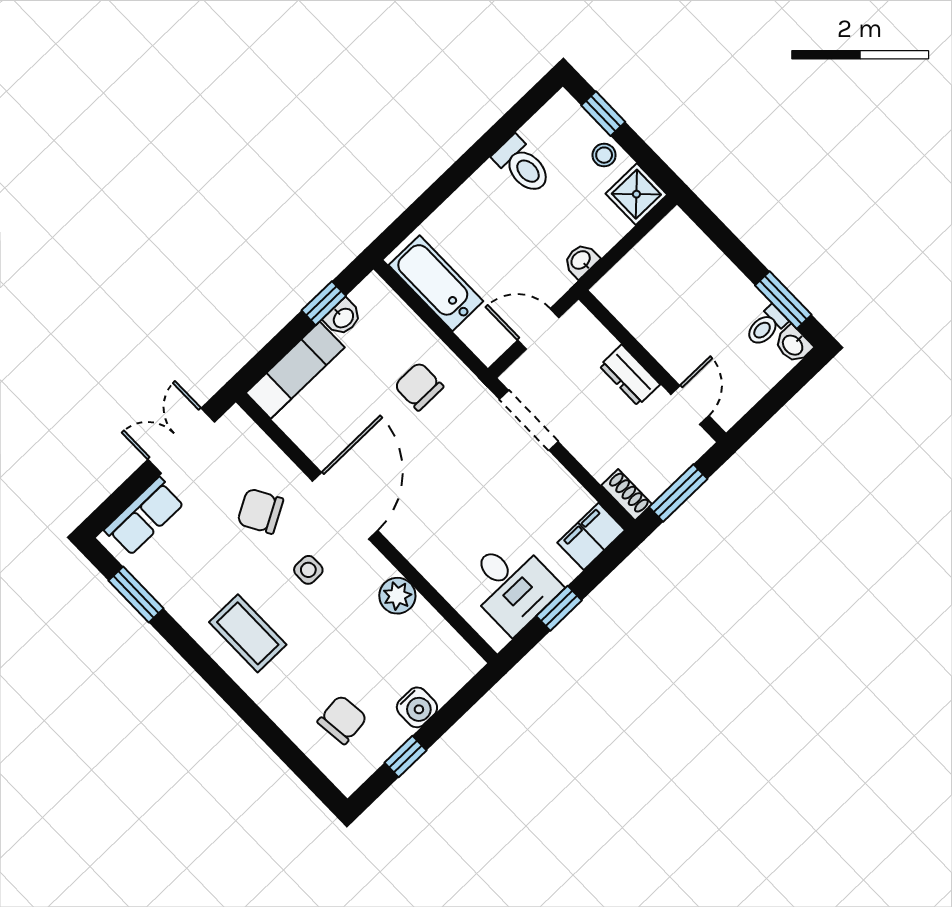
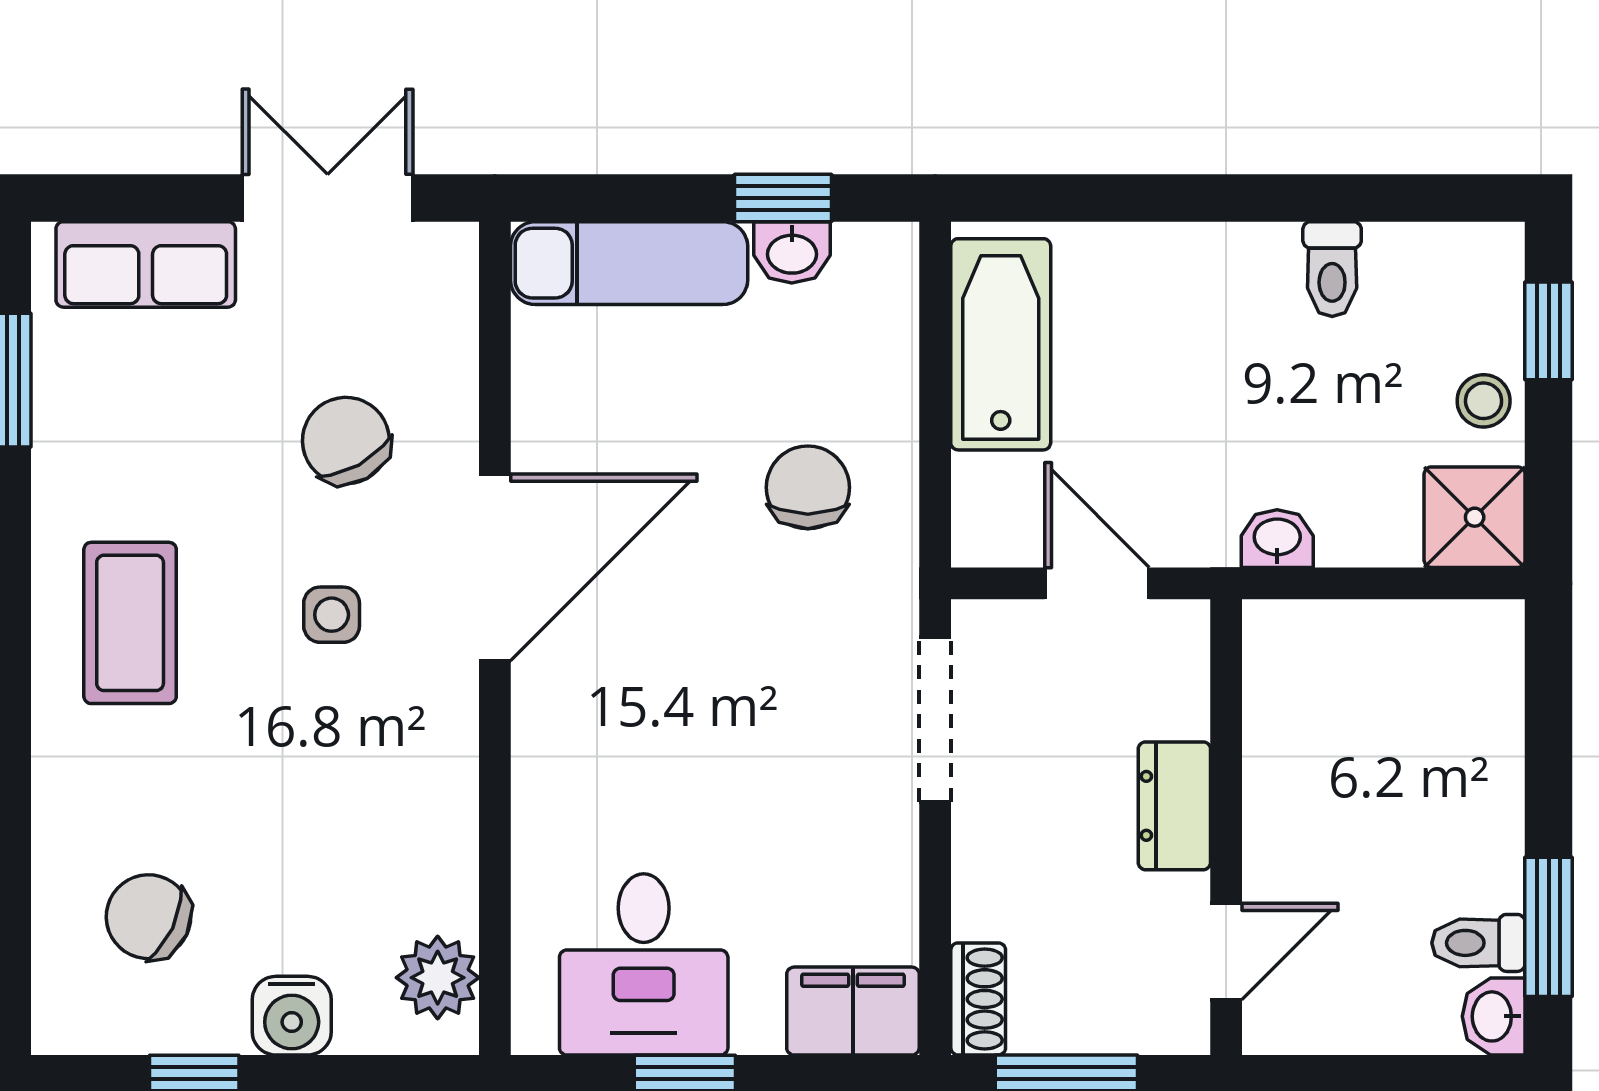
toilet: (522, 165) -> (1332, 269), width x0.73, depth x0.72
plant: (397, 596) -> (438, 978), moved
chair: (342, 720) -> (148, 917), turned -149

